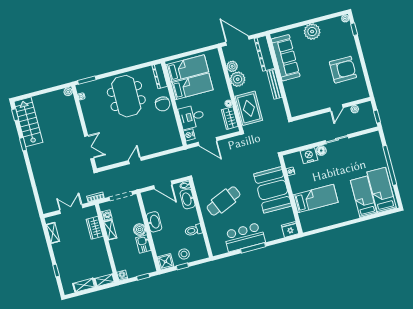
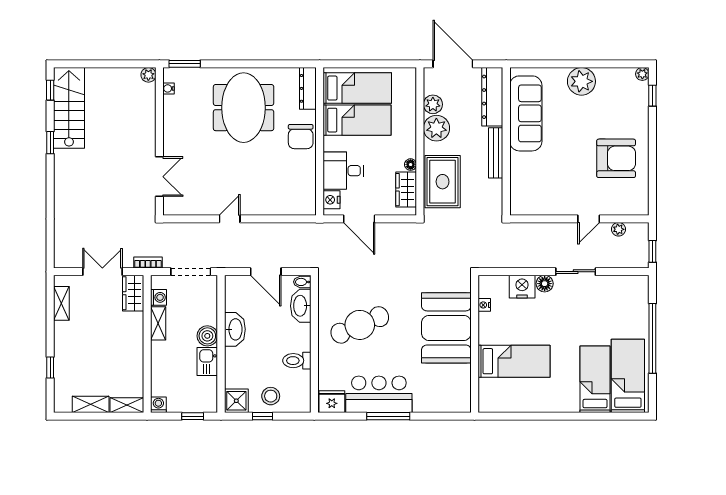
wardrobe: (95, 228) -> (133, 293), moved
fridge: (290, 229) -> (332, 402), moved

